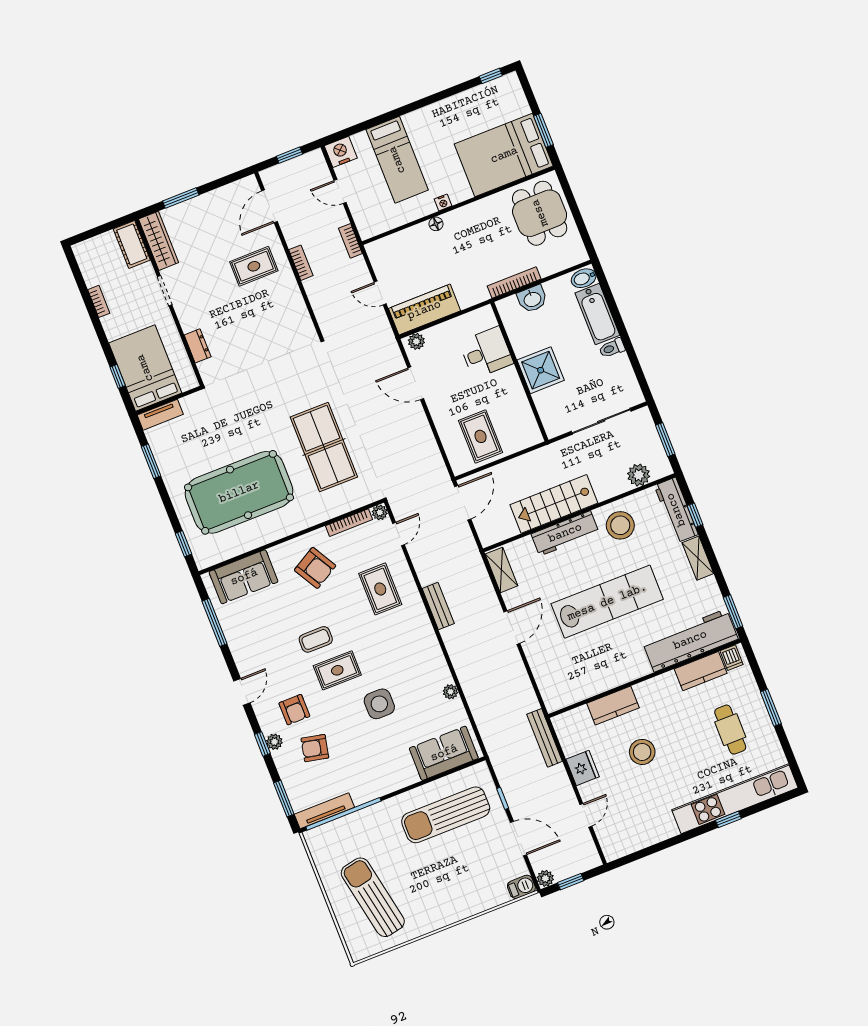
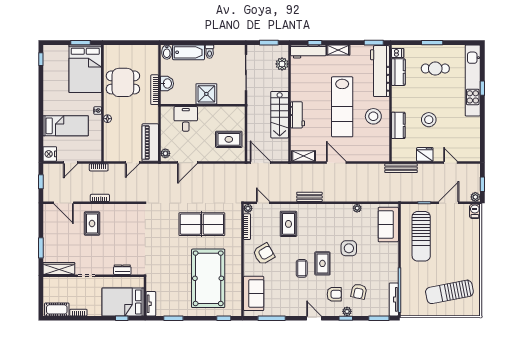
dining table: (540, 213) -> (123, 82), moved
cot: (132, 244) -> (57, 309), moved
stool: (620, 525) -> (373, 116), moved
workbench: (565, 533) -> (298, 115), width x0.73
rug: (380, 589) -> (288, 224), turned 90
lab bench: (607, 602) -> (342, 107), turned 180

